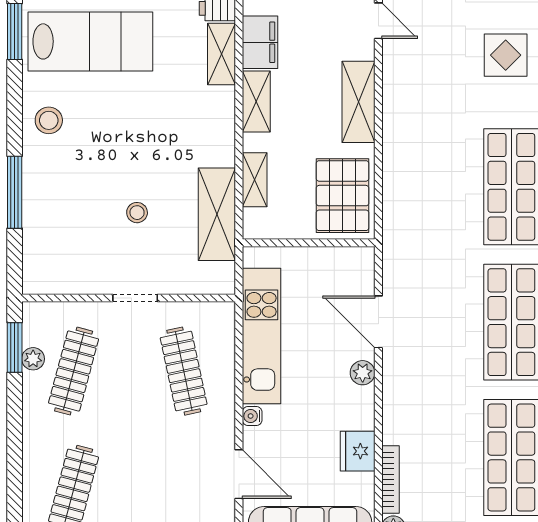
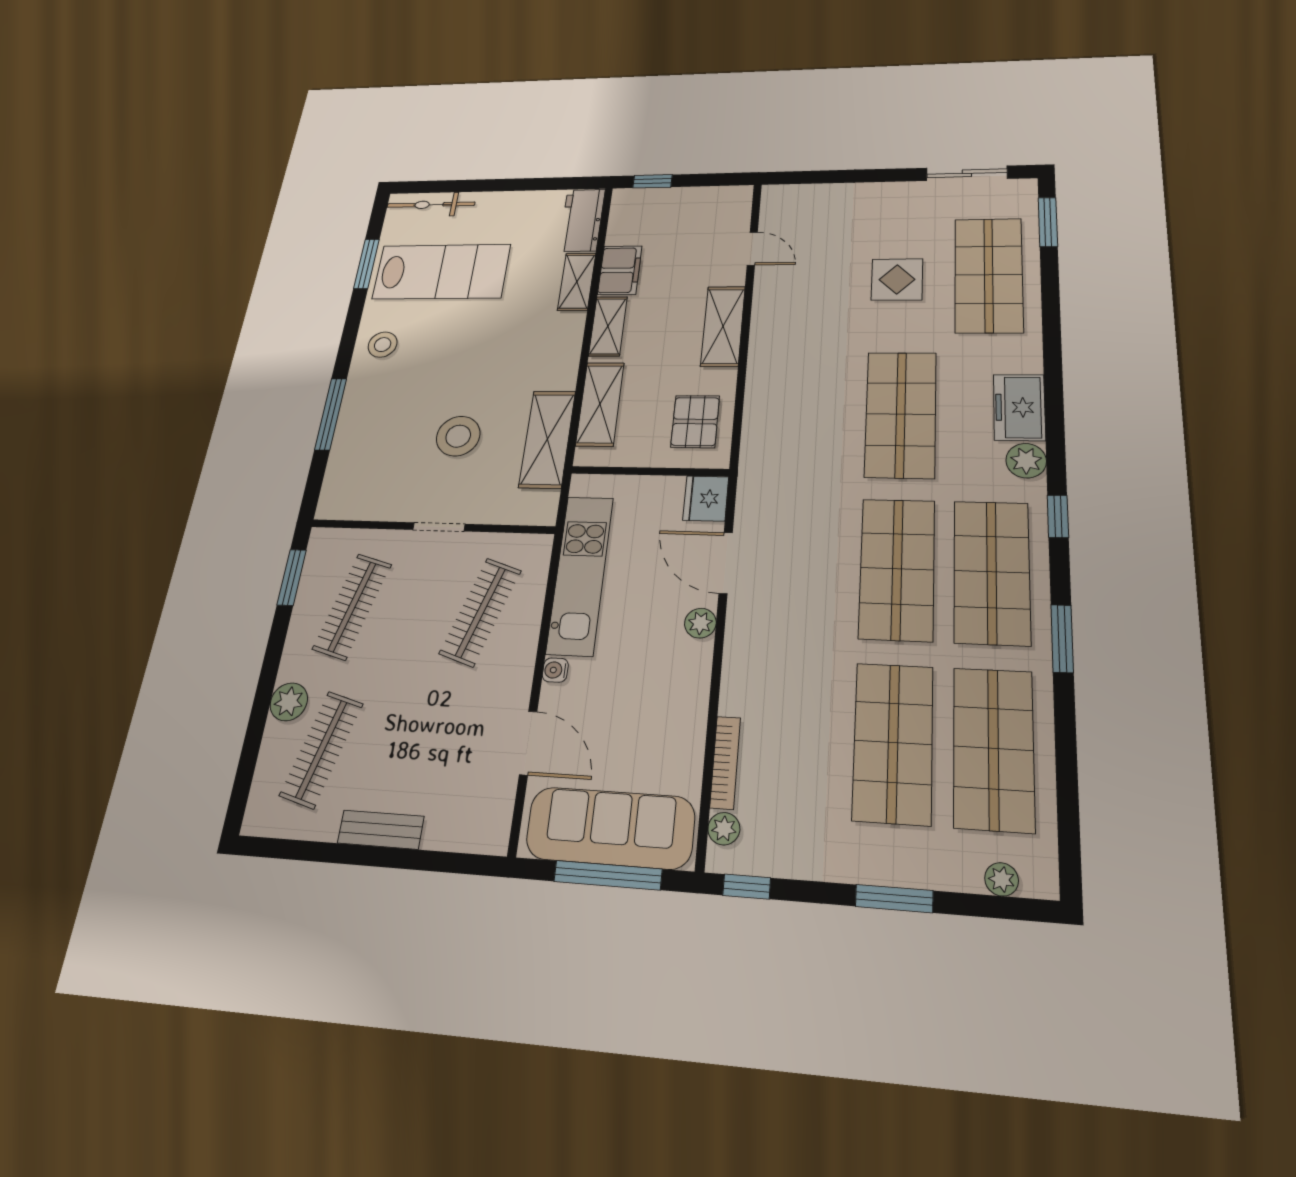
shelving: (255, 180) -> (600, 404), width x1.50, depth x1.33
pallet: (343, 196) -> (695, 421), width x0.67, depth x0.71
stool: (137, 213) -> (458, 436), width x1.89, depth x1.89
plant: (33, 359) -> (289, 702), moved, width x1.38, depth x1.38
clothes rail: (184, 371) -> (480, 612), turned 30
fridge: (358, 451) -> (706, 498), moved

